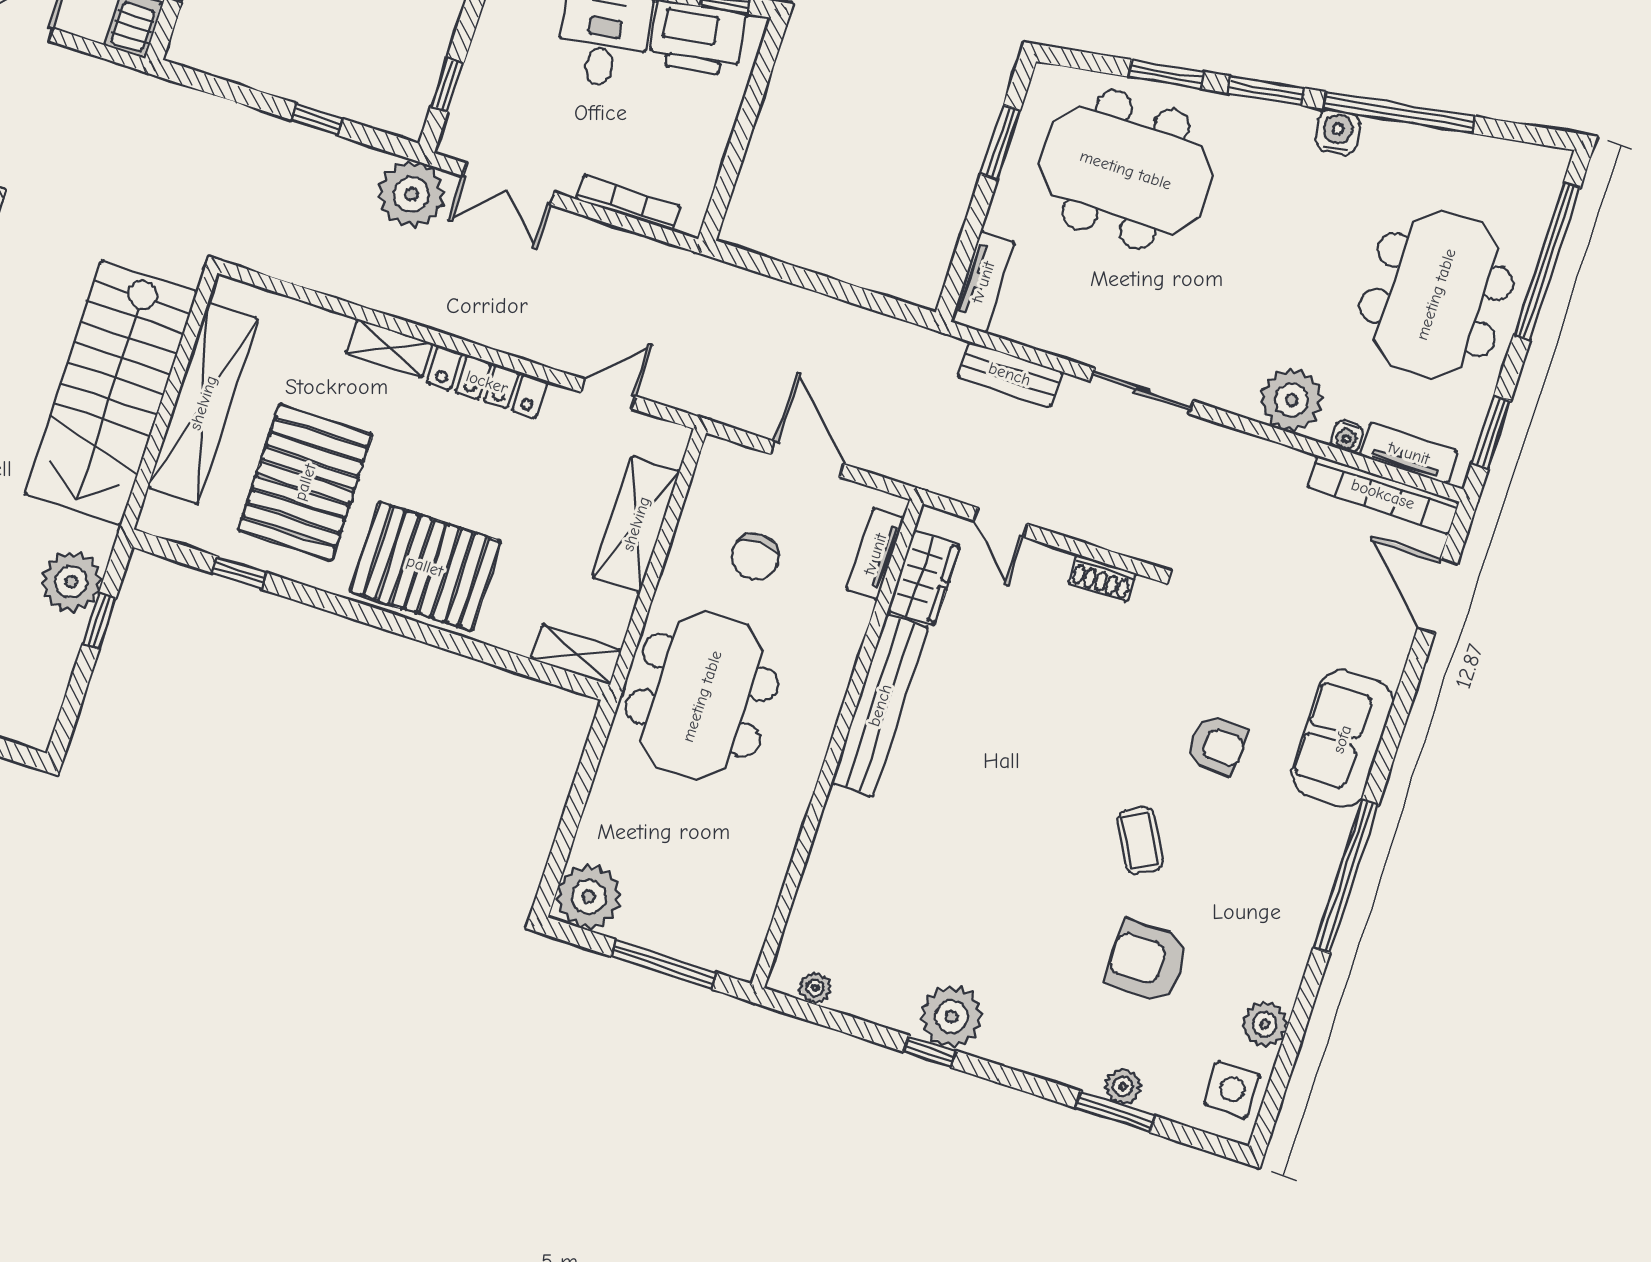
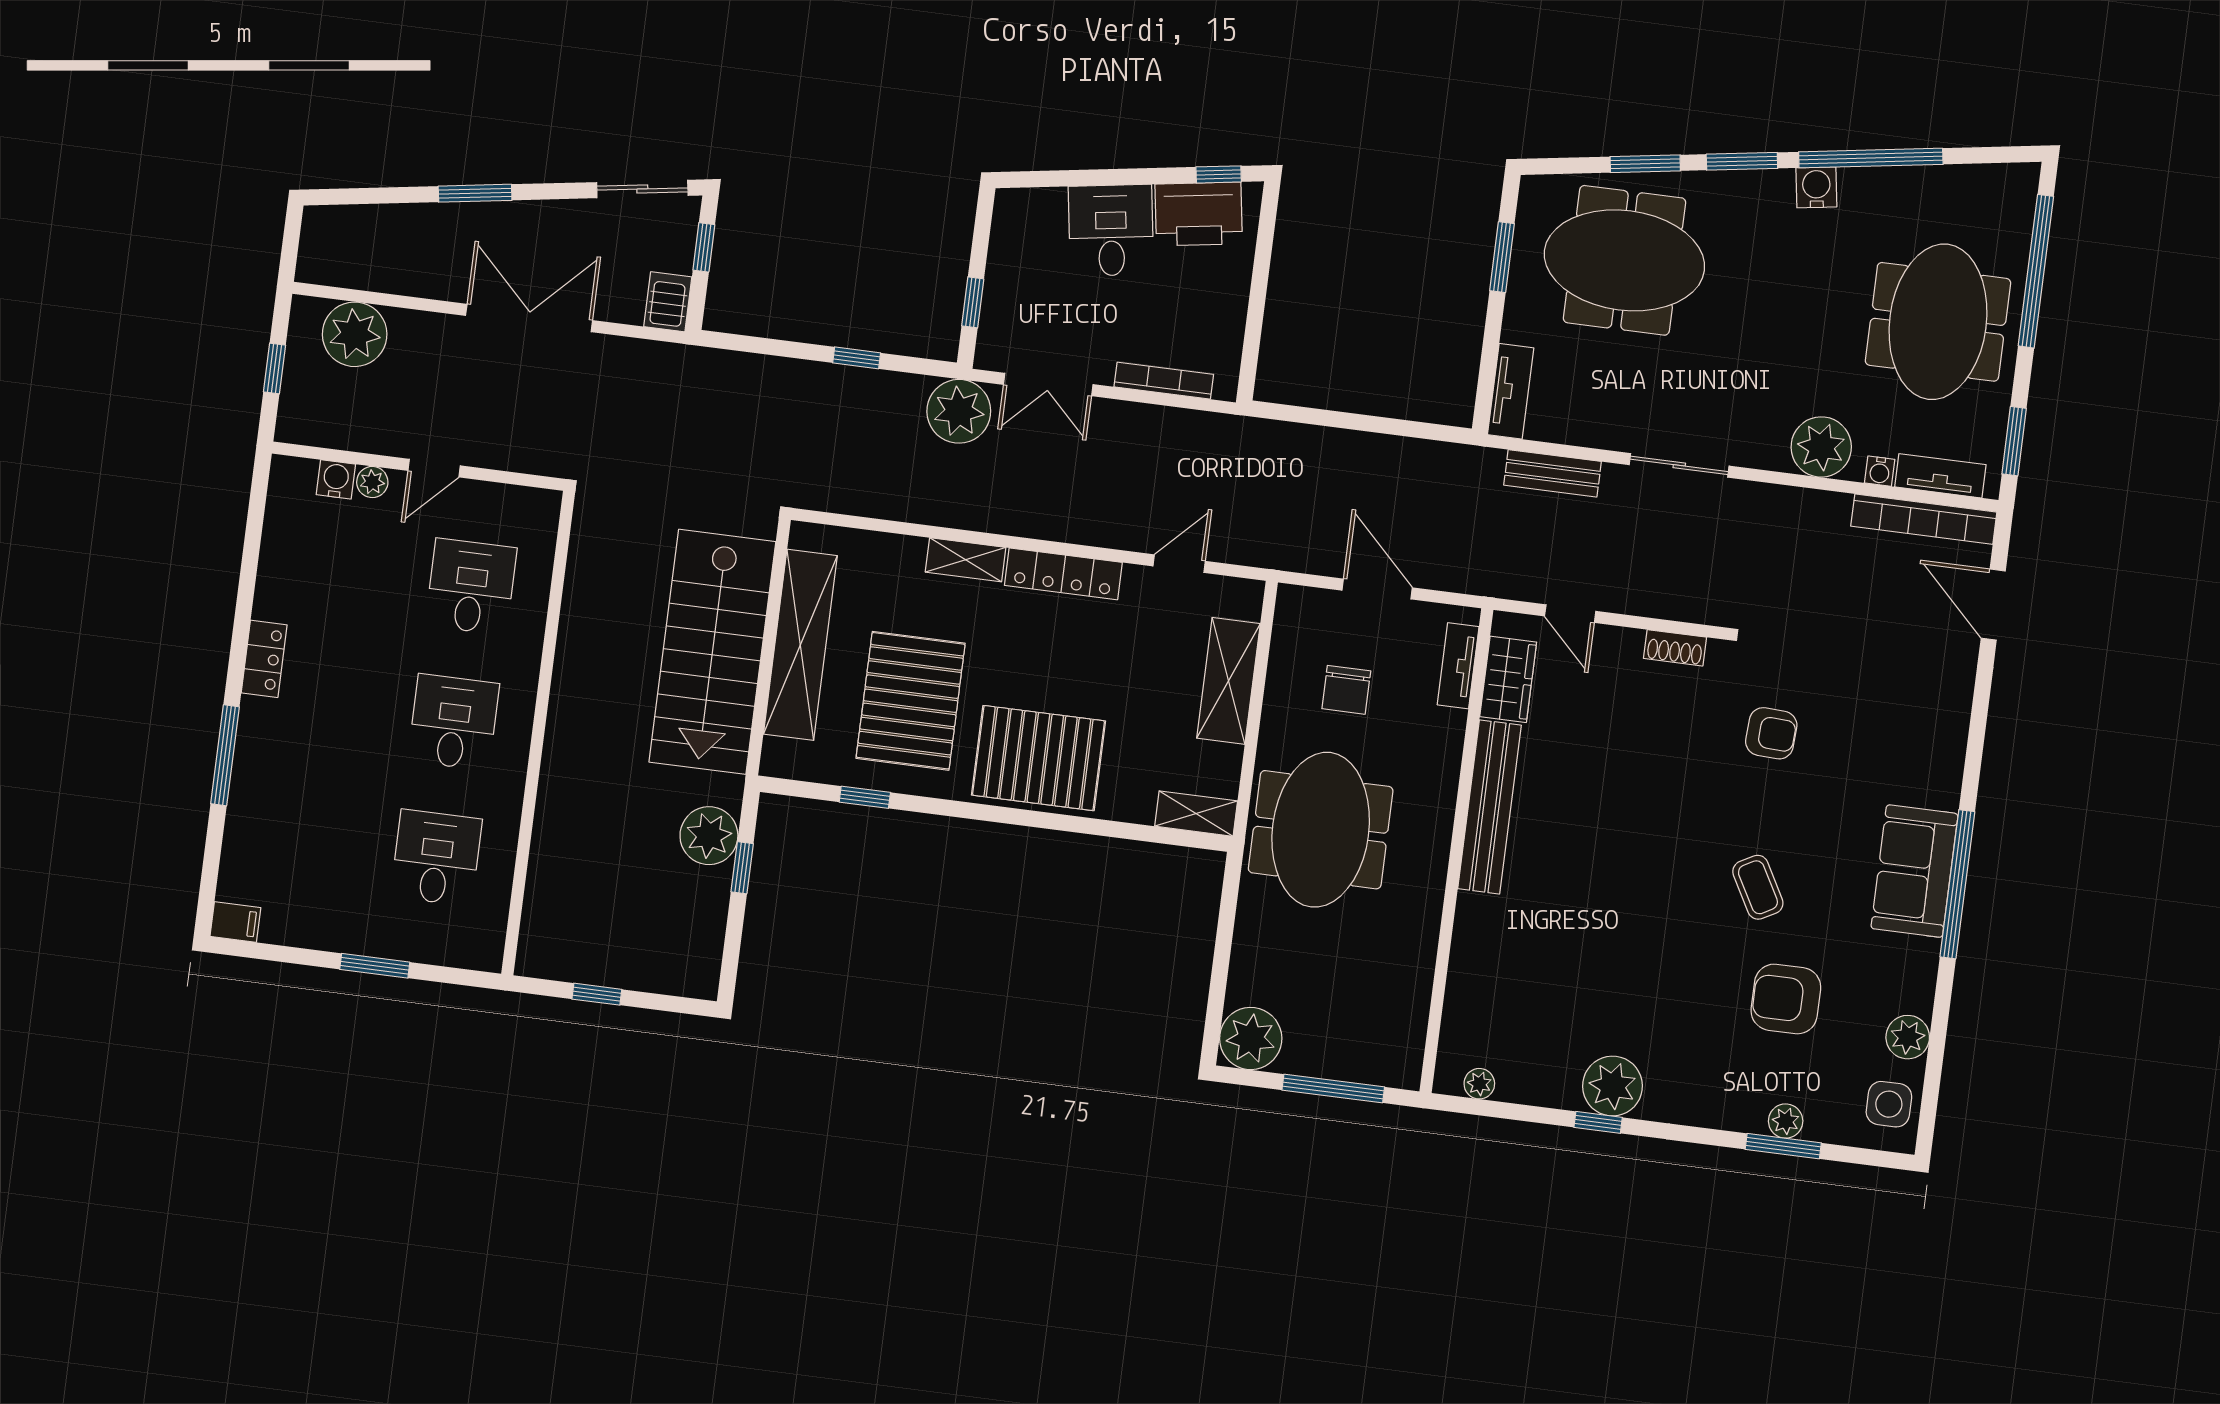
sofa: (1342, 739) -> (1914, 871), moved
armchair: (1217, 745) -> (1771, 733), moved

